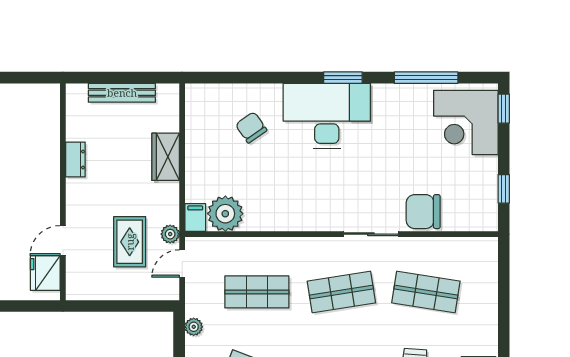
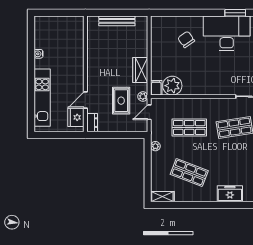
wardrobe: (166, 157) -> (140, 70), moved
dresser: (75, 160) -> (92, 123), moved

